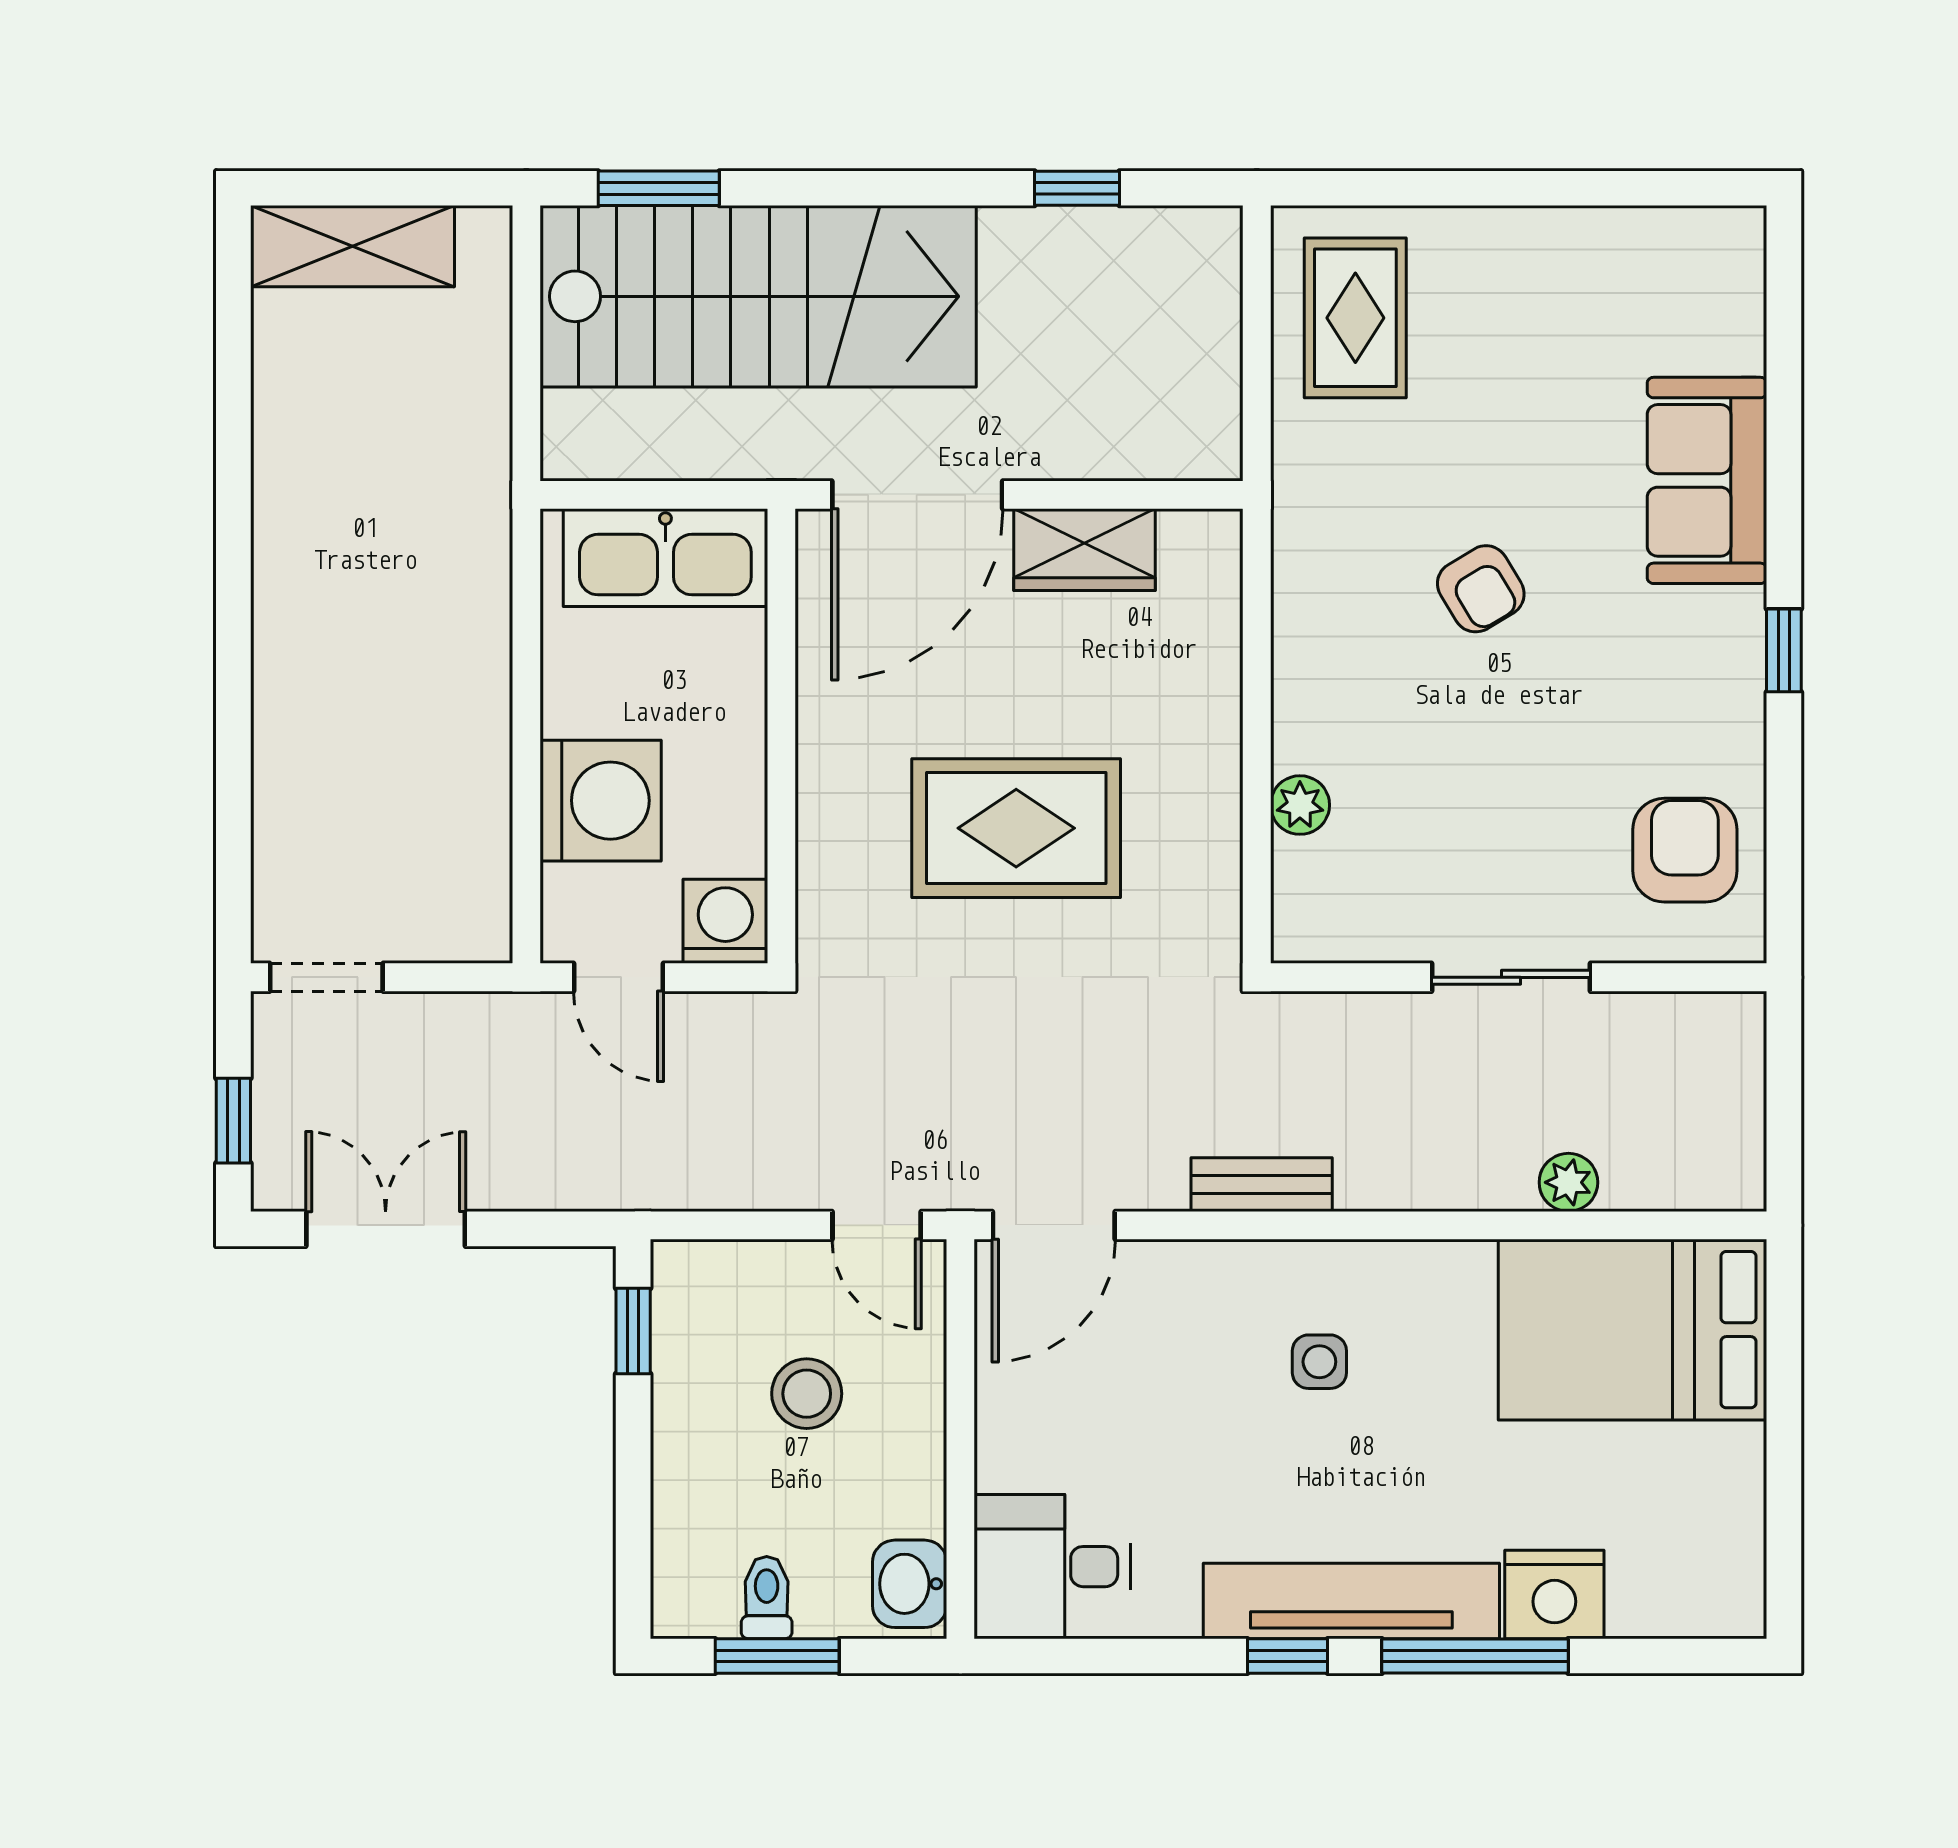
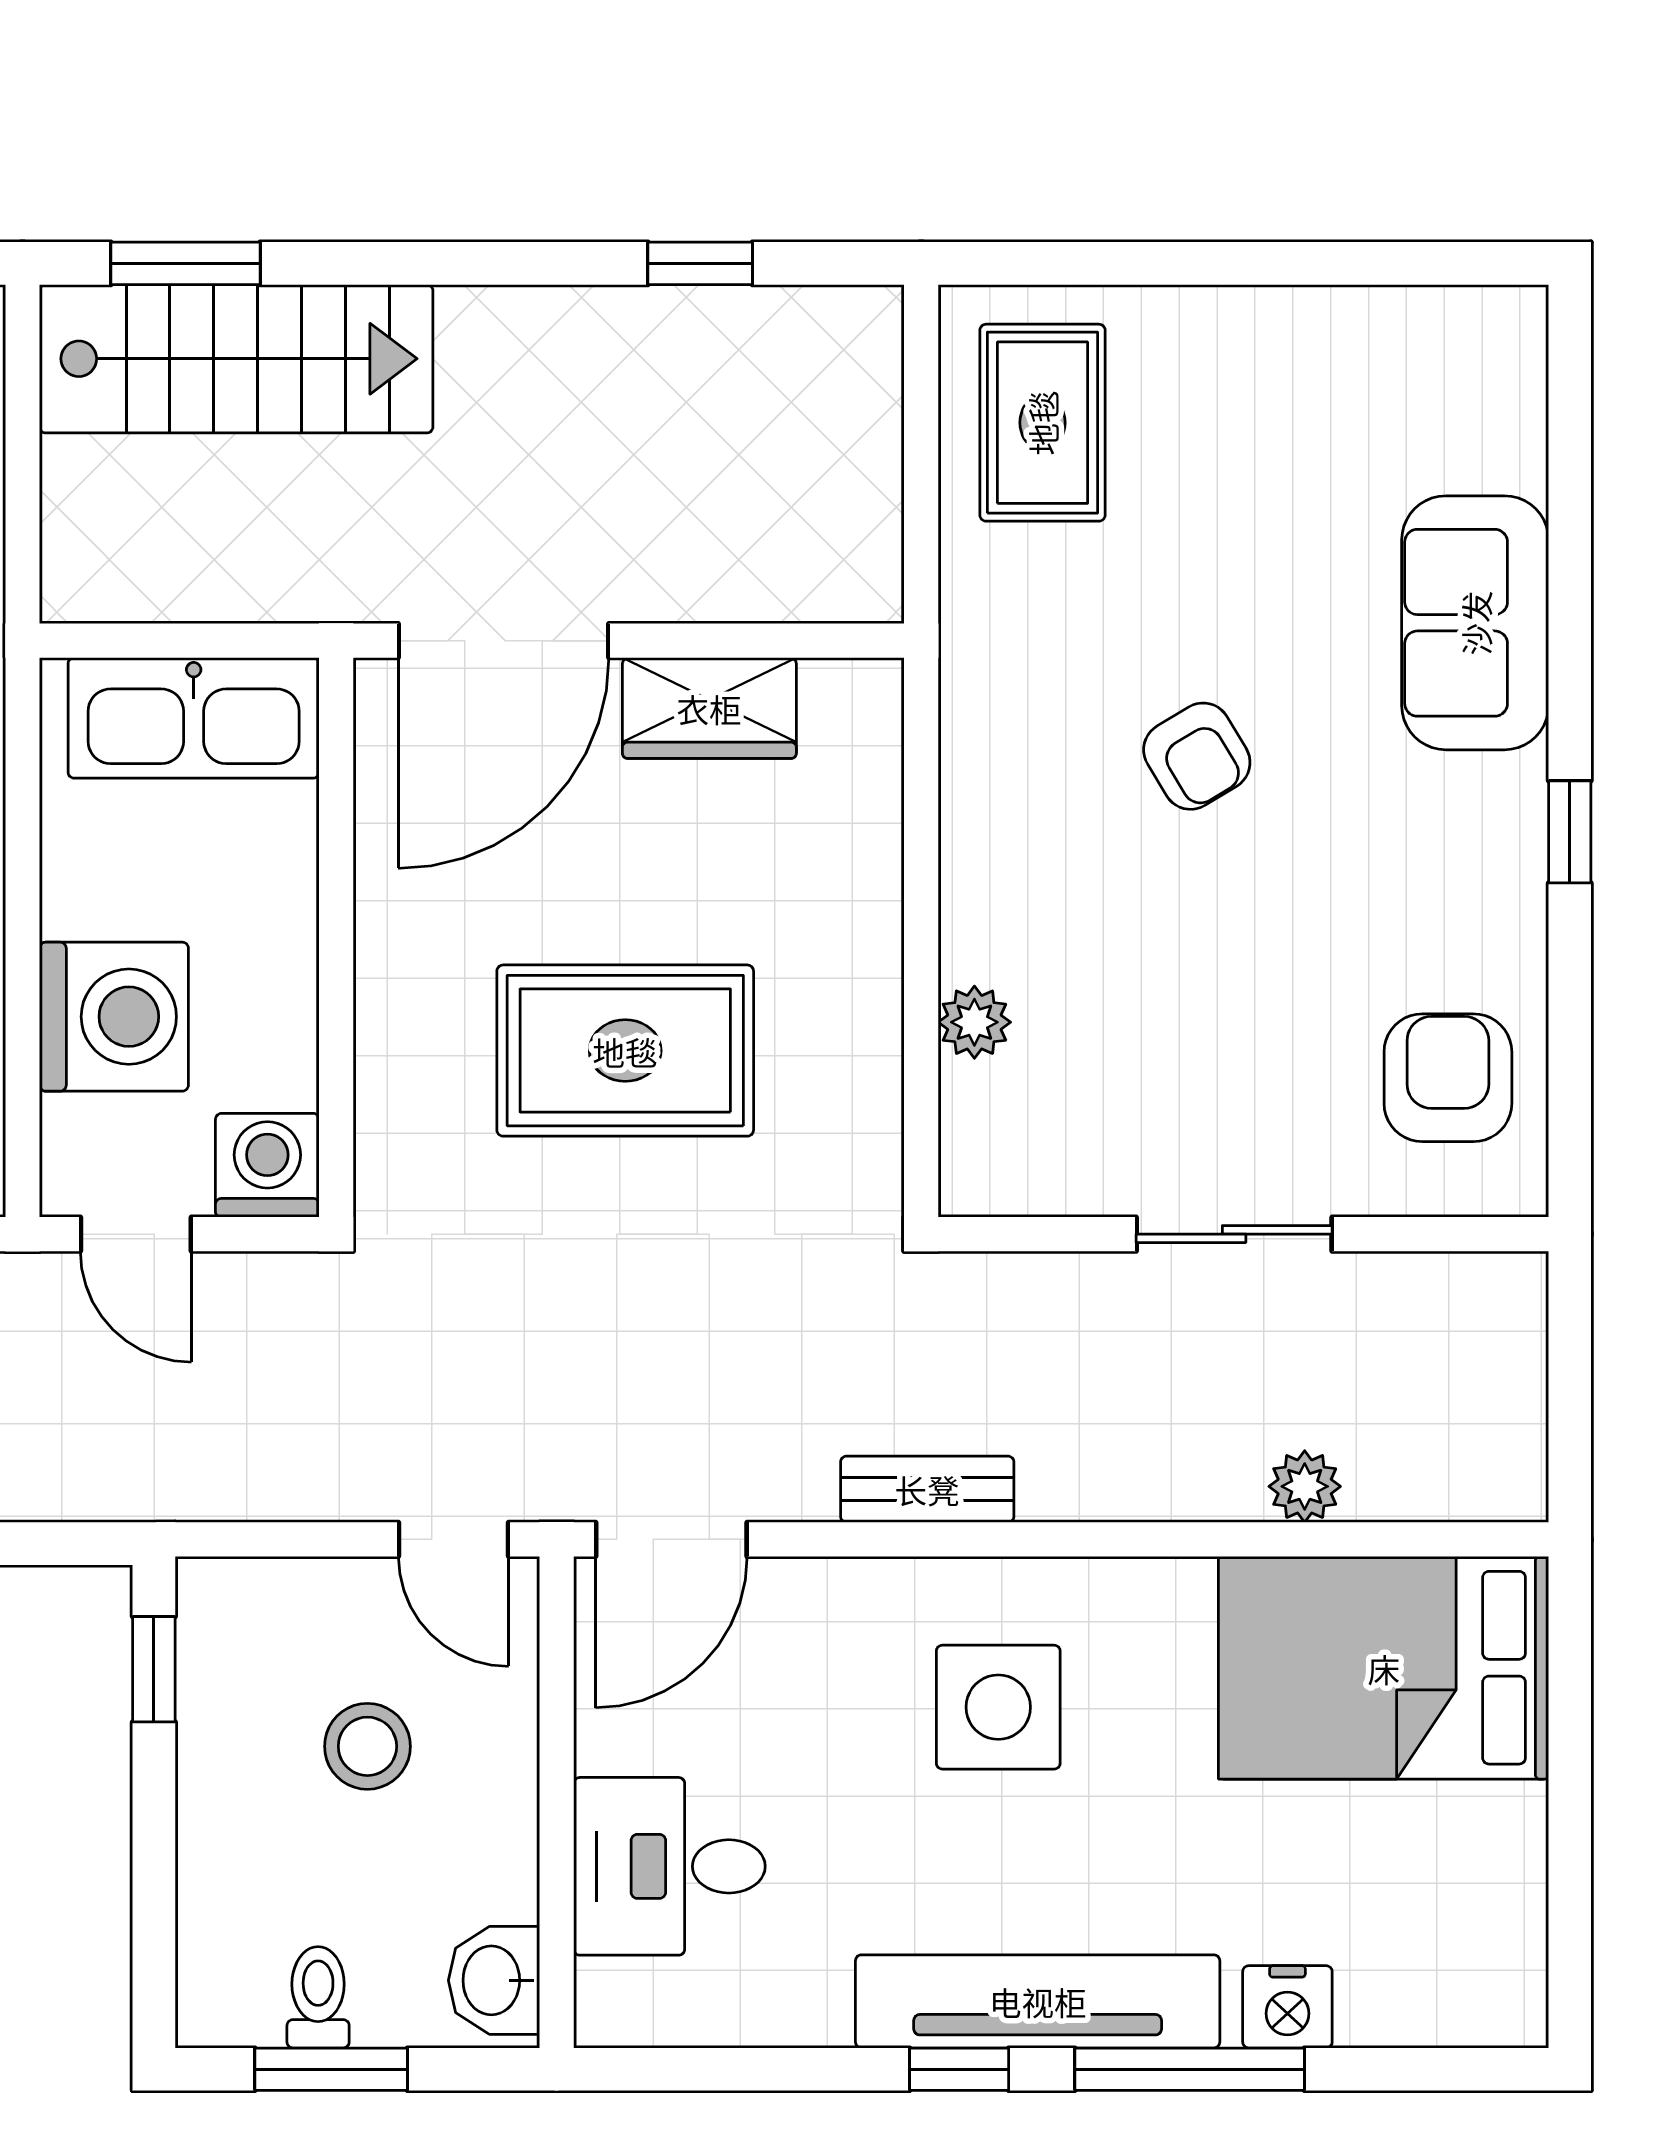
stairs: (758, 296) -> (236, 359), width x0.73, depth x0.66
side table: (1319, 1362) -> (998, 1707), width x1.87, depth x1.87
desk: (1052, 1567) -> (669, 1866), moved
nightstand: (1554, 1594) -> (1287, 2007), width x0.74, depth x0.75

